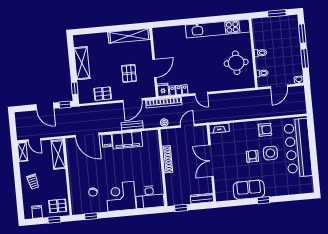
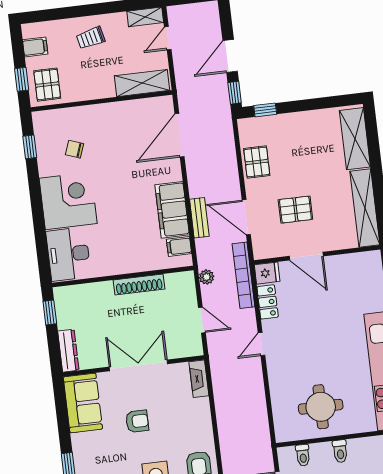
shelving: (82, 63) -> (355, 139), moved, turned 90
filing cabinet: (107, 141) -> (179, 246), moved
armchair: (252, 156) -> (137, 421), moved
sofa: (249, 190) -> (83, 403), moved

